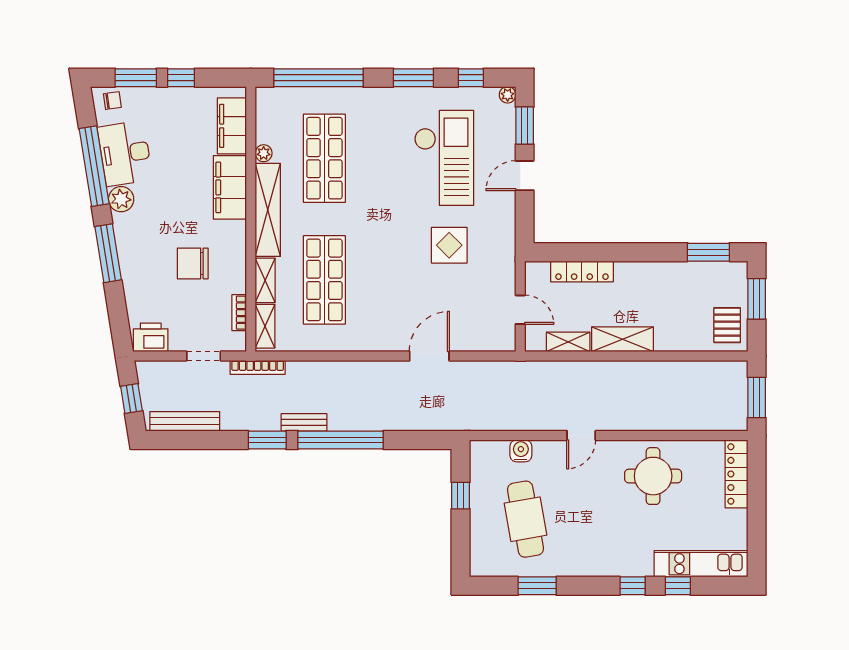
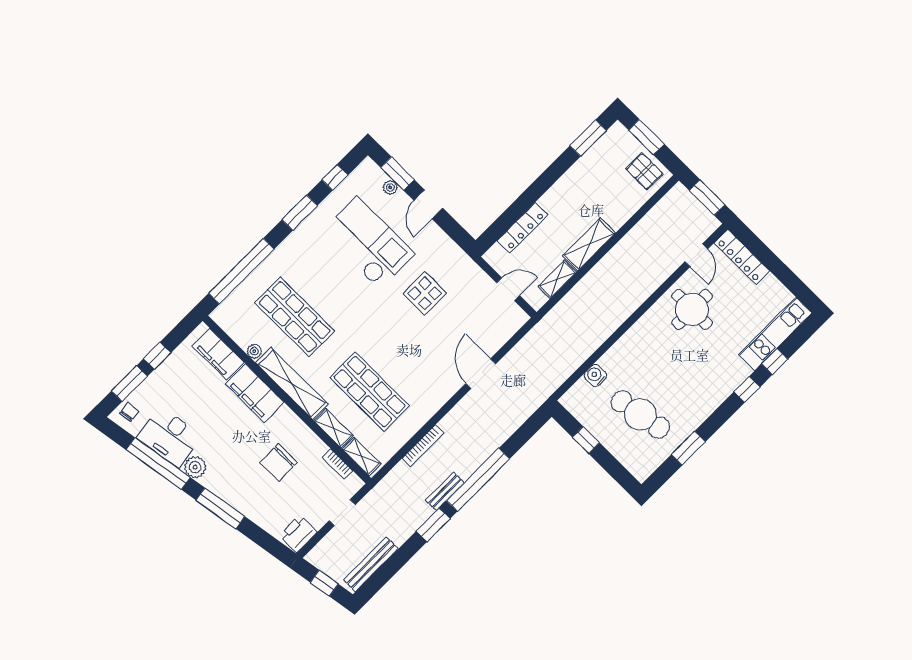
plant: (508, 95) -> (390, 187), moved
bookcase: (258, 367) -> (423, 446), moved
door: (581, 436) -> (696, 255), moved

